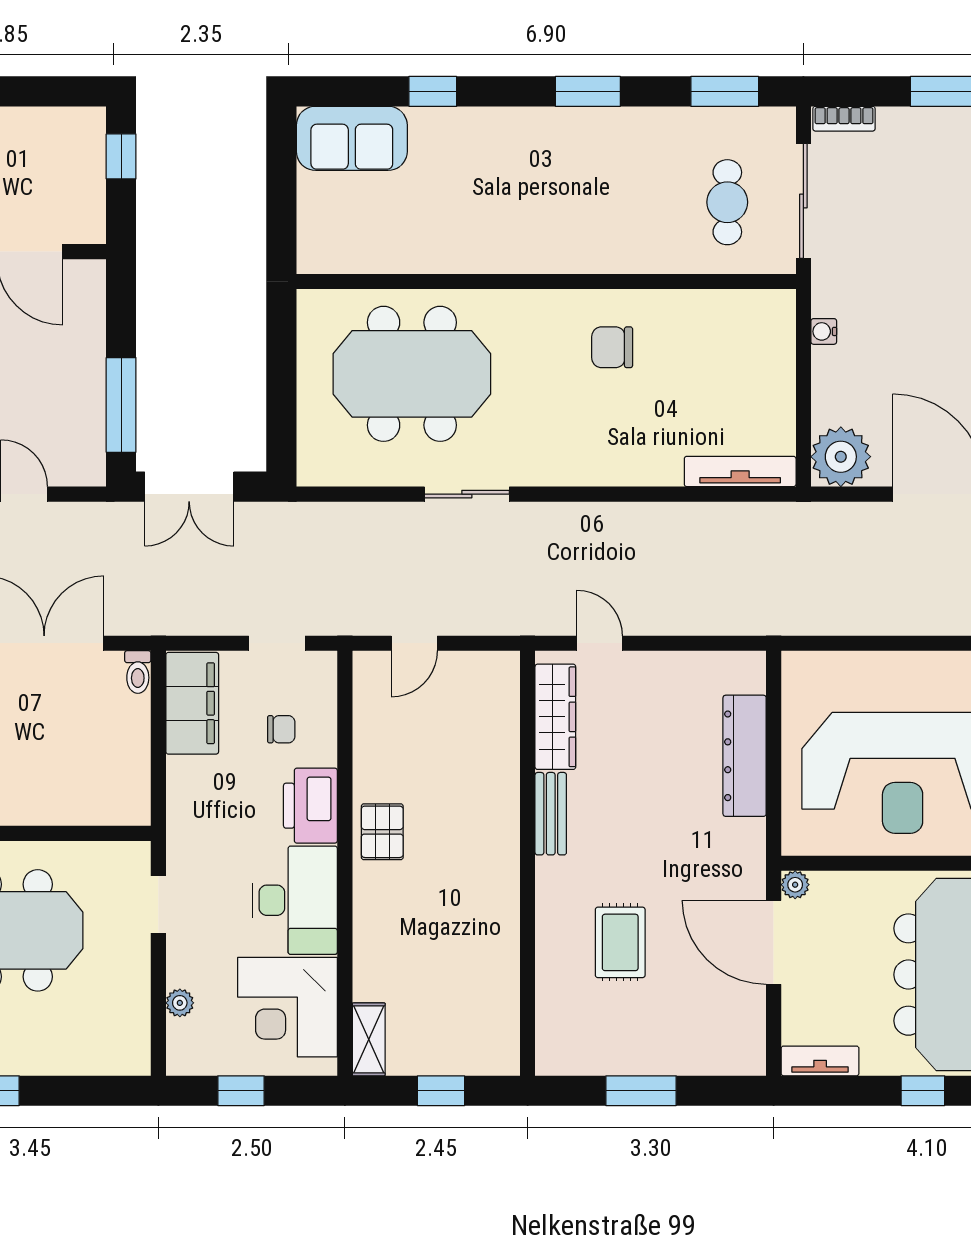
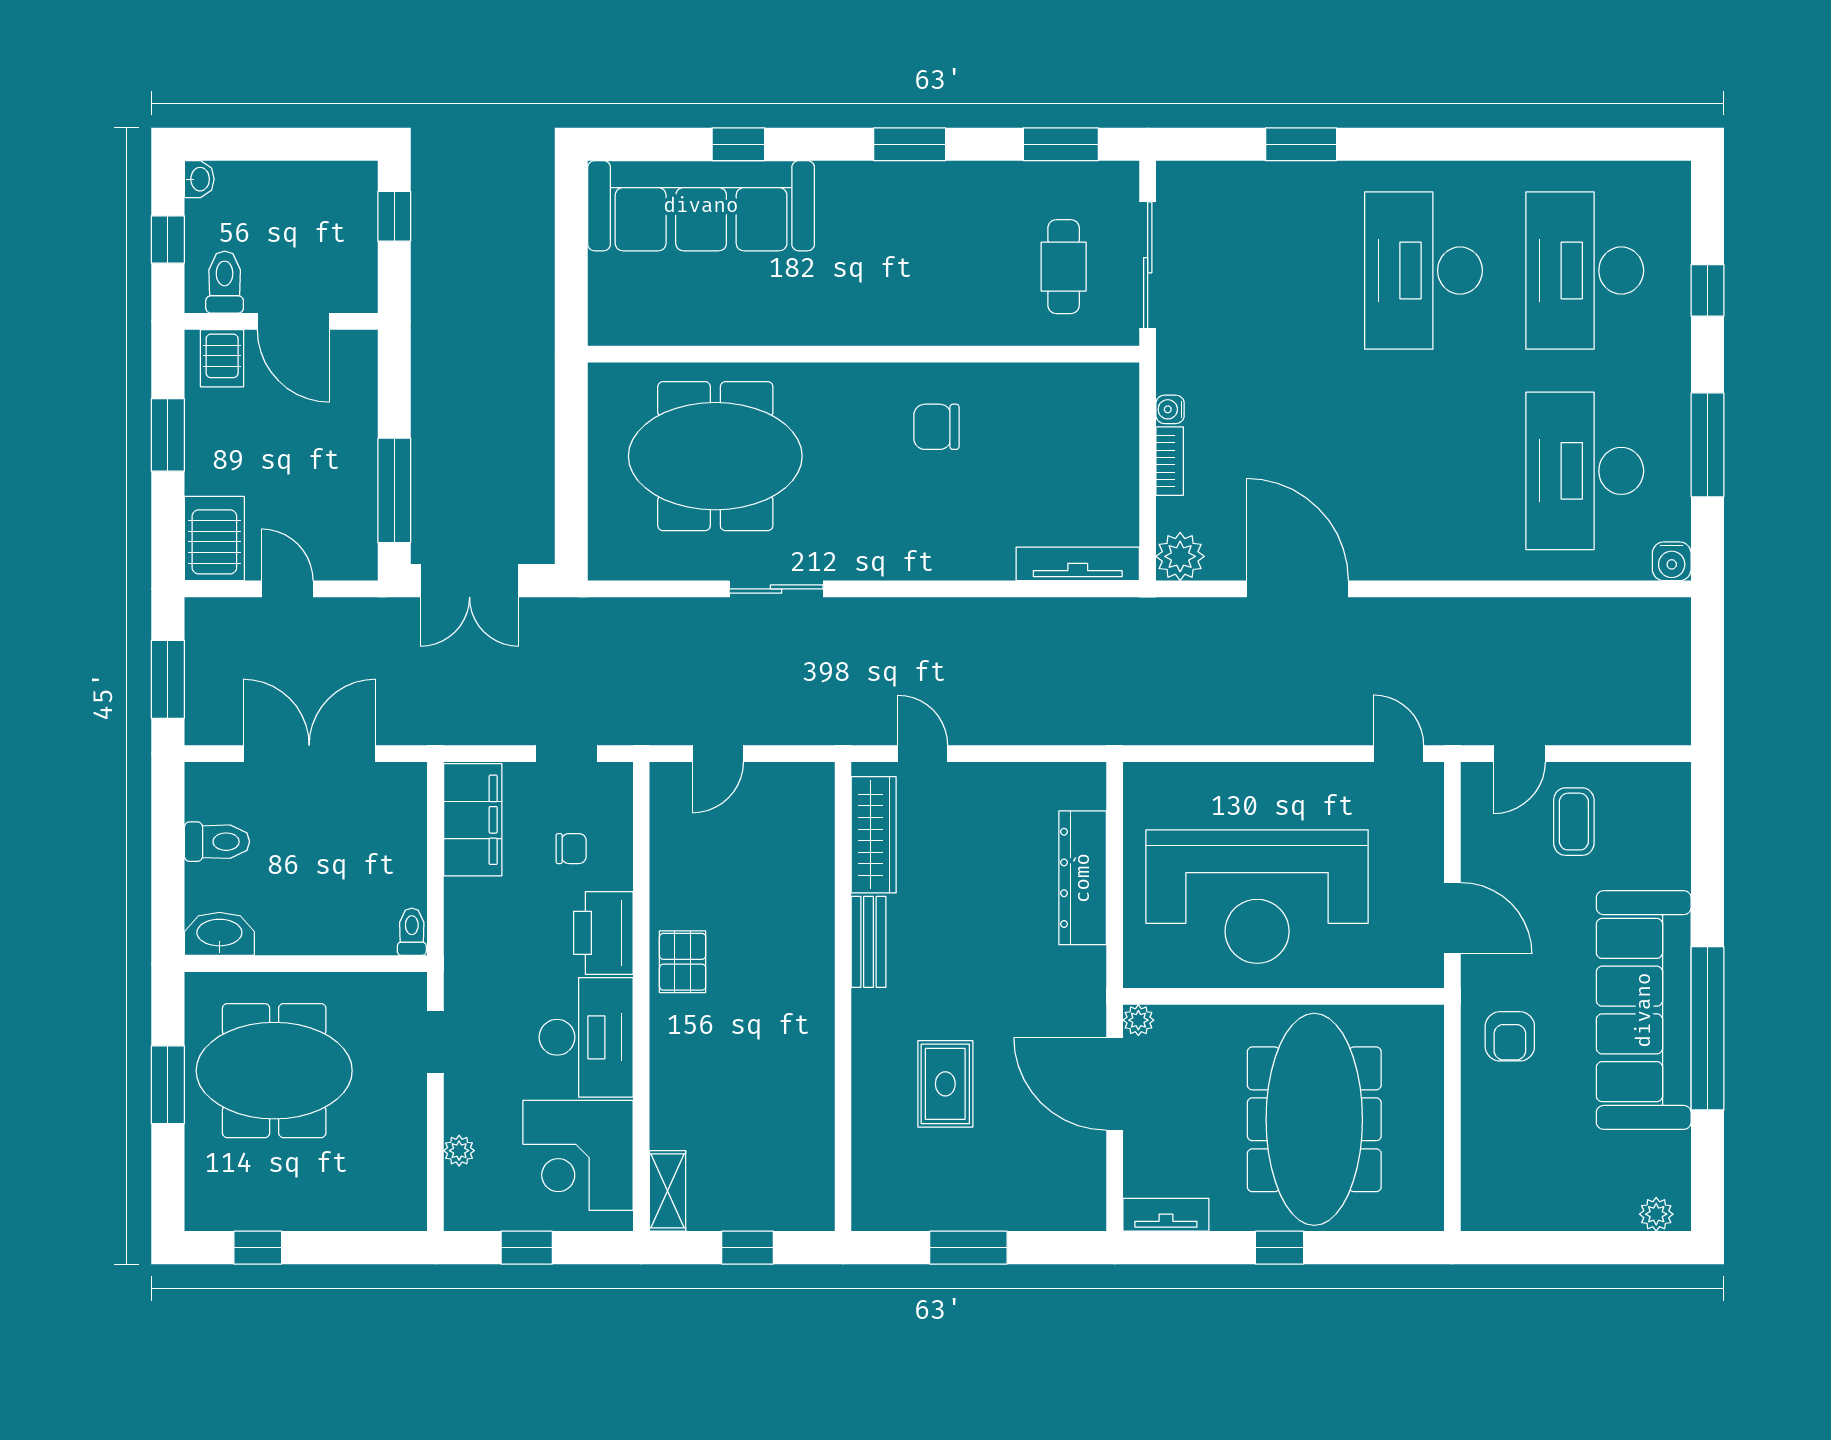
bookcase: (844, 119) -> (1170, 461), moved, turned -90
sofa: (352, 138) -> (701, 206), width x1.85, depth x1.27
plant: (841, 457) -> (1180, 556), width x0.73, depth x0.73
toilet: (138, 672) -> (412, 932), moved, turned 180

